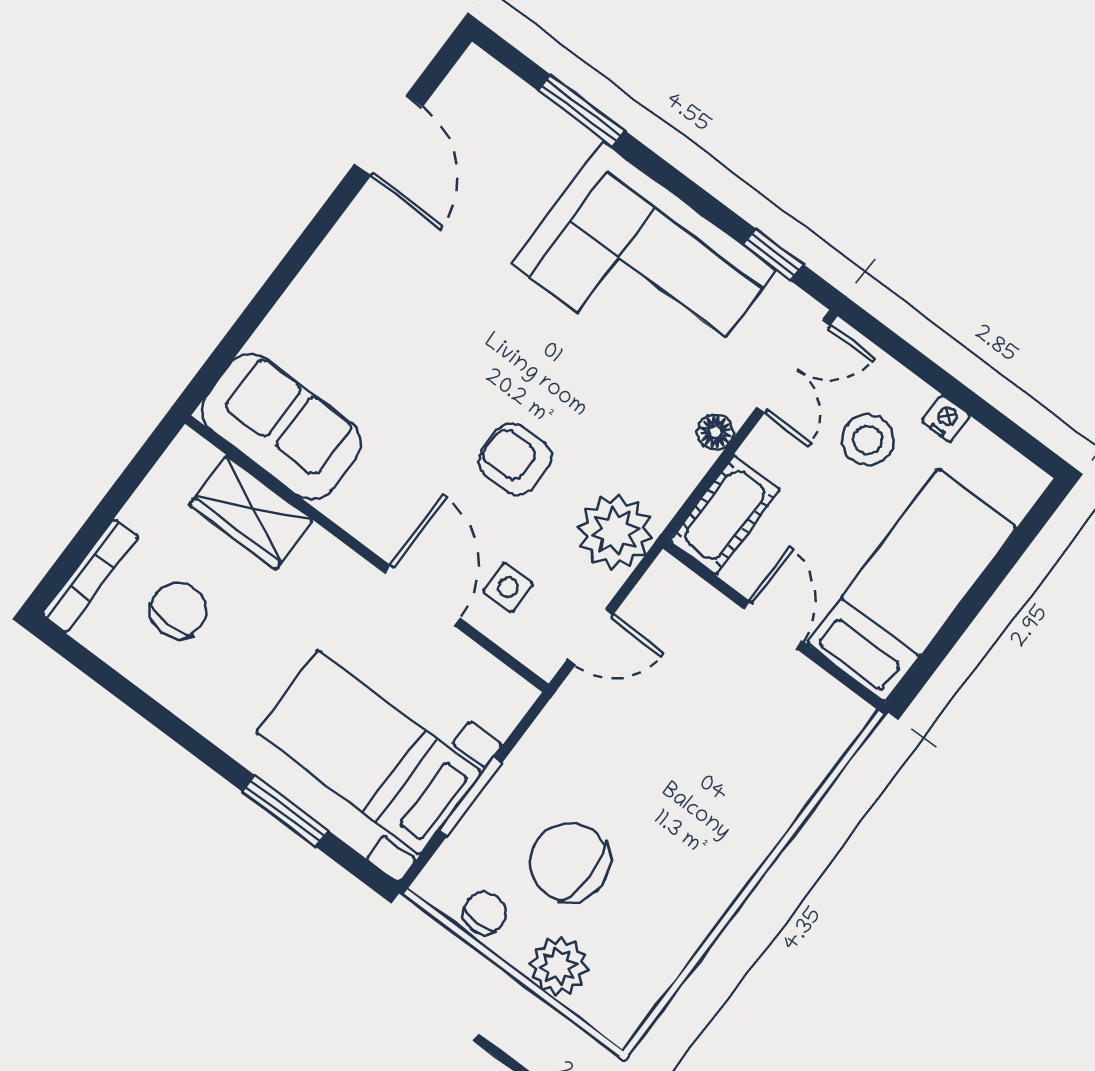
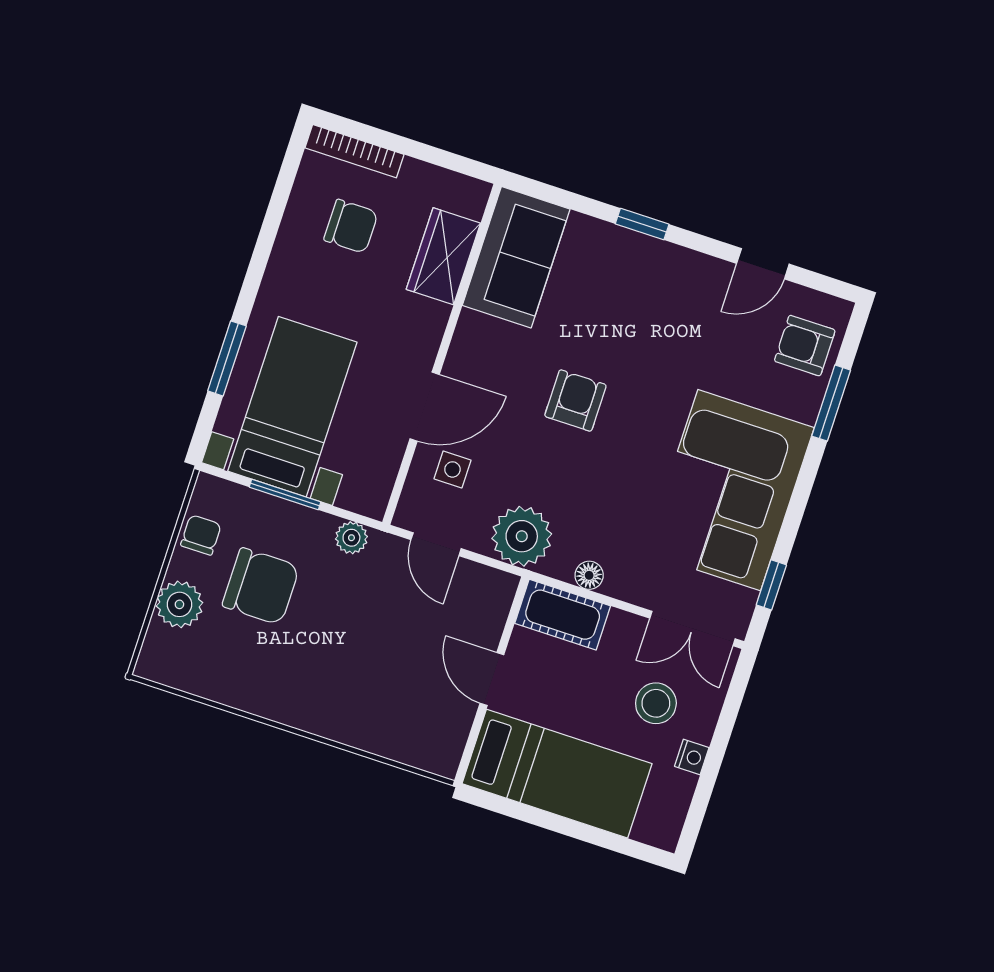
armchair: (502, 119) -> (805, 346), added
door: (388, 136) -> (763, 264), width x0.73
window: (293, 263) -> (642, 224), added
floor lamp: (716, 432) -> (589, 575), moved
armchair: (515, 459) -> (575, 401), moved
door: (773, 625) -> (492, 679), swing flipped
plant: (548, 735) -> (351, 538), added
chair: (570, 862) -> (261, 586), turned 90
chair: (485, 913) -> (201, 535), turned -90

